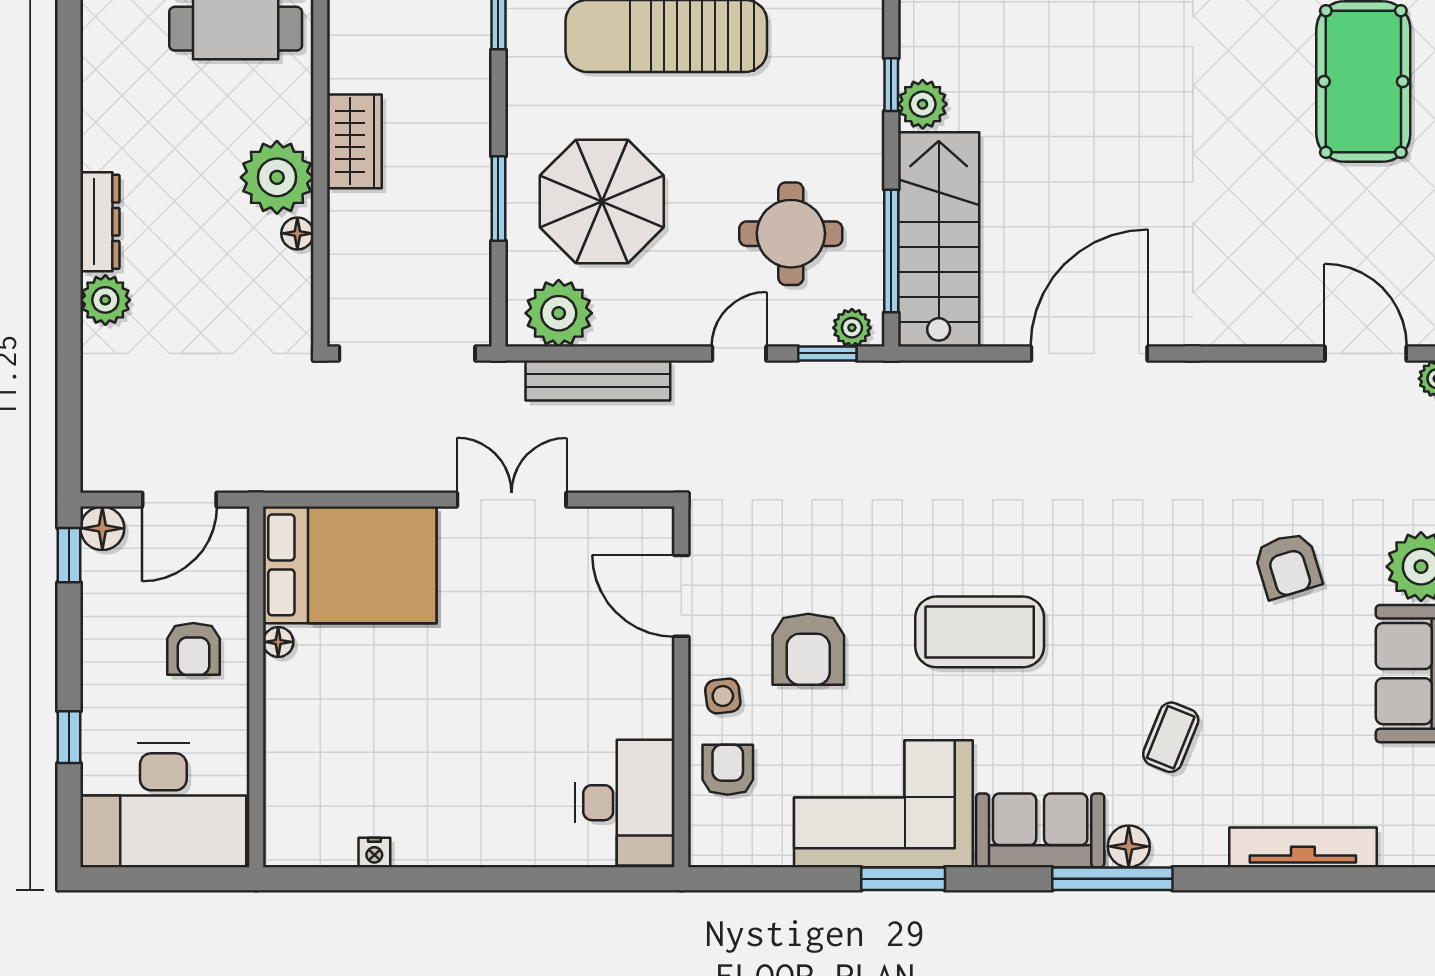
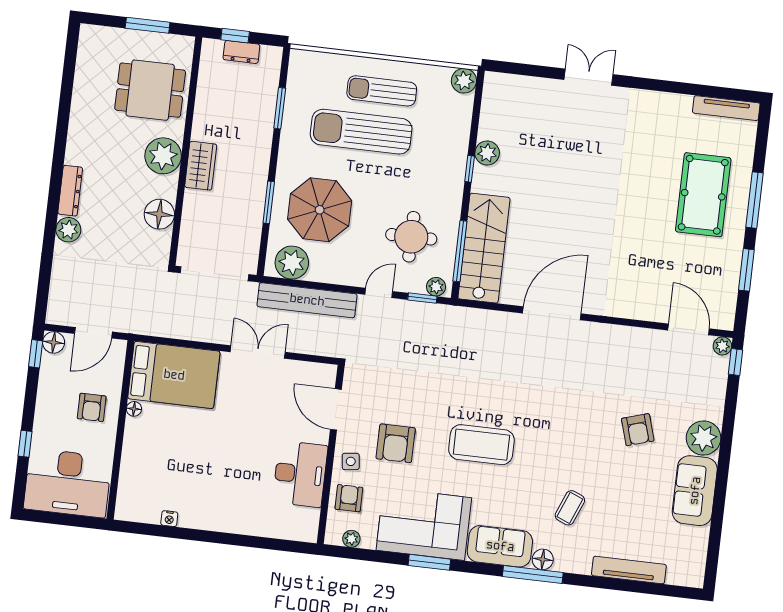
plant: (923, 104) -> (487, 153), moved
plant: (277, 177) -> (163, 156), moved
floor lamp: (297, 233) -> (159, 214), width x1.89, depth x1.89
bench: (598, 381) -> (307, 300), width x1.37, depth x1.21
desk: (625, 803) -> (300, 474), moved
plant: (742, 850) -> (351, 539), added

